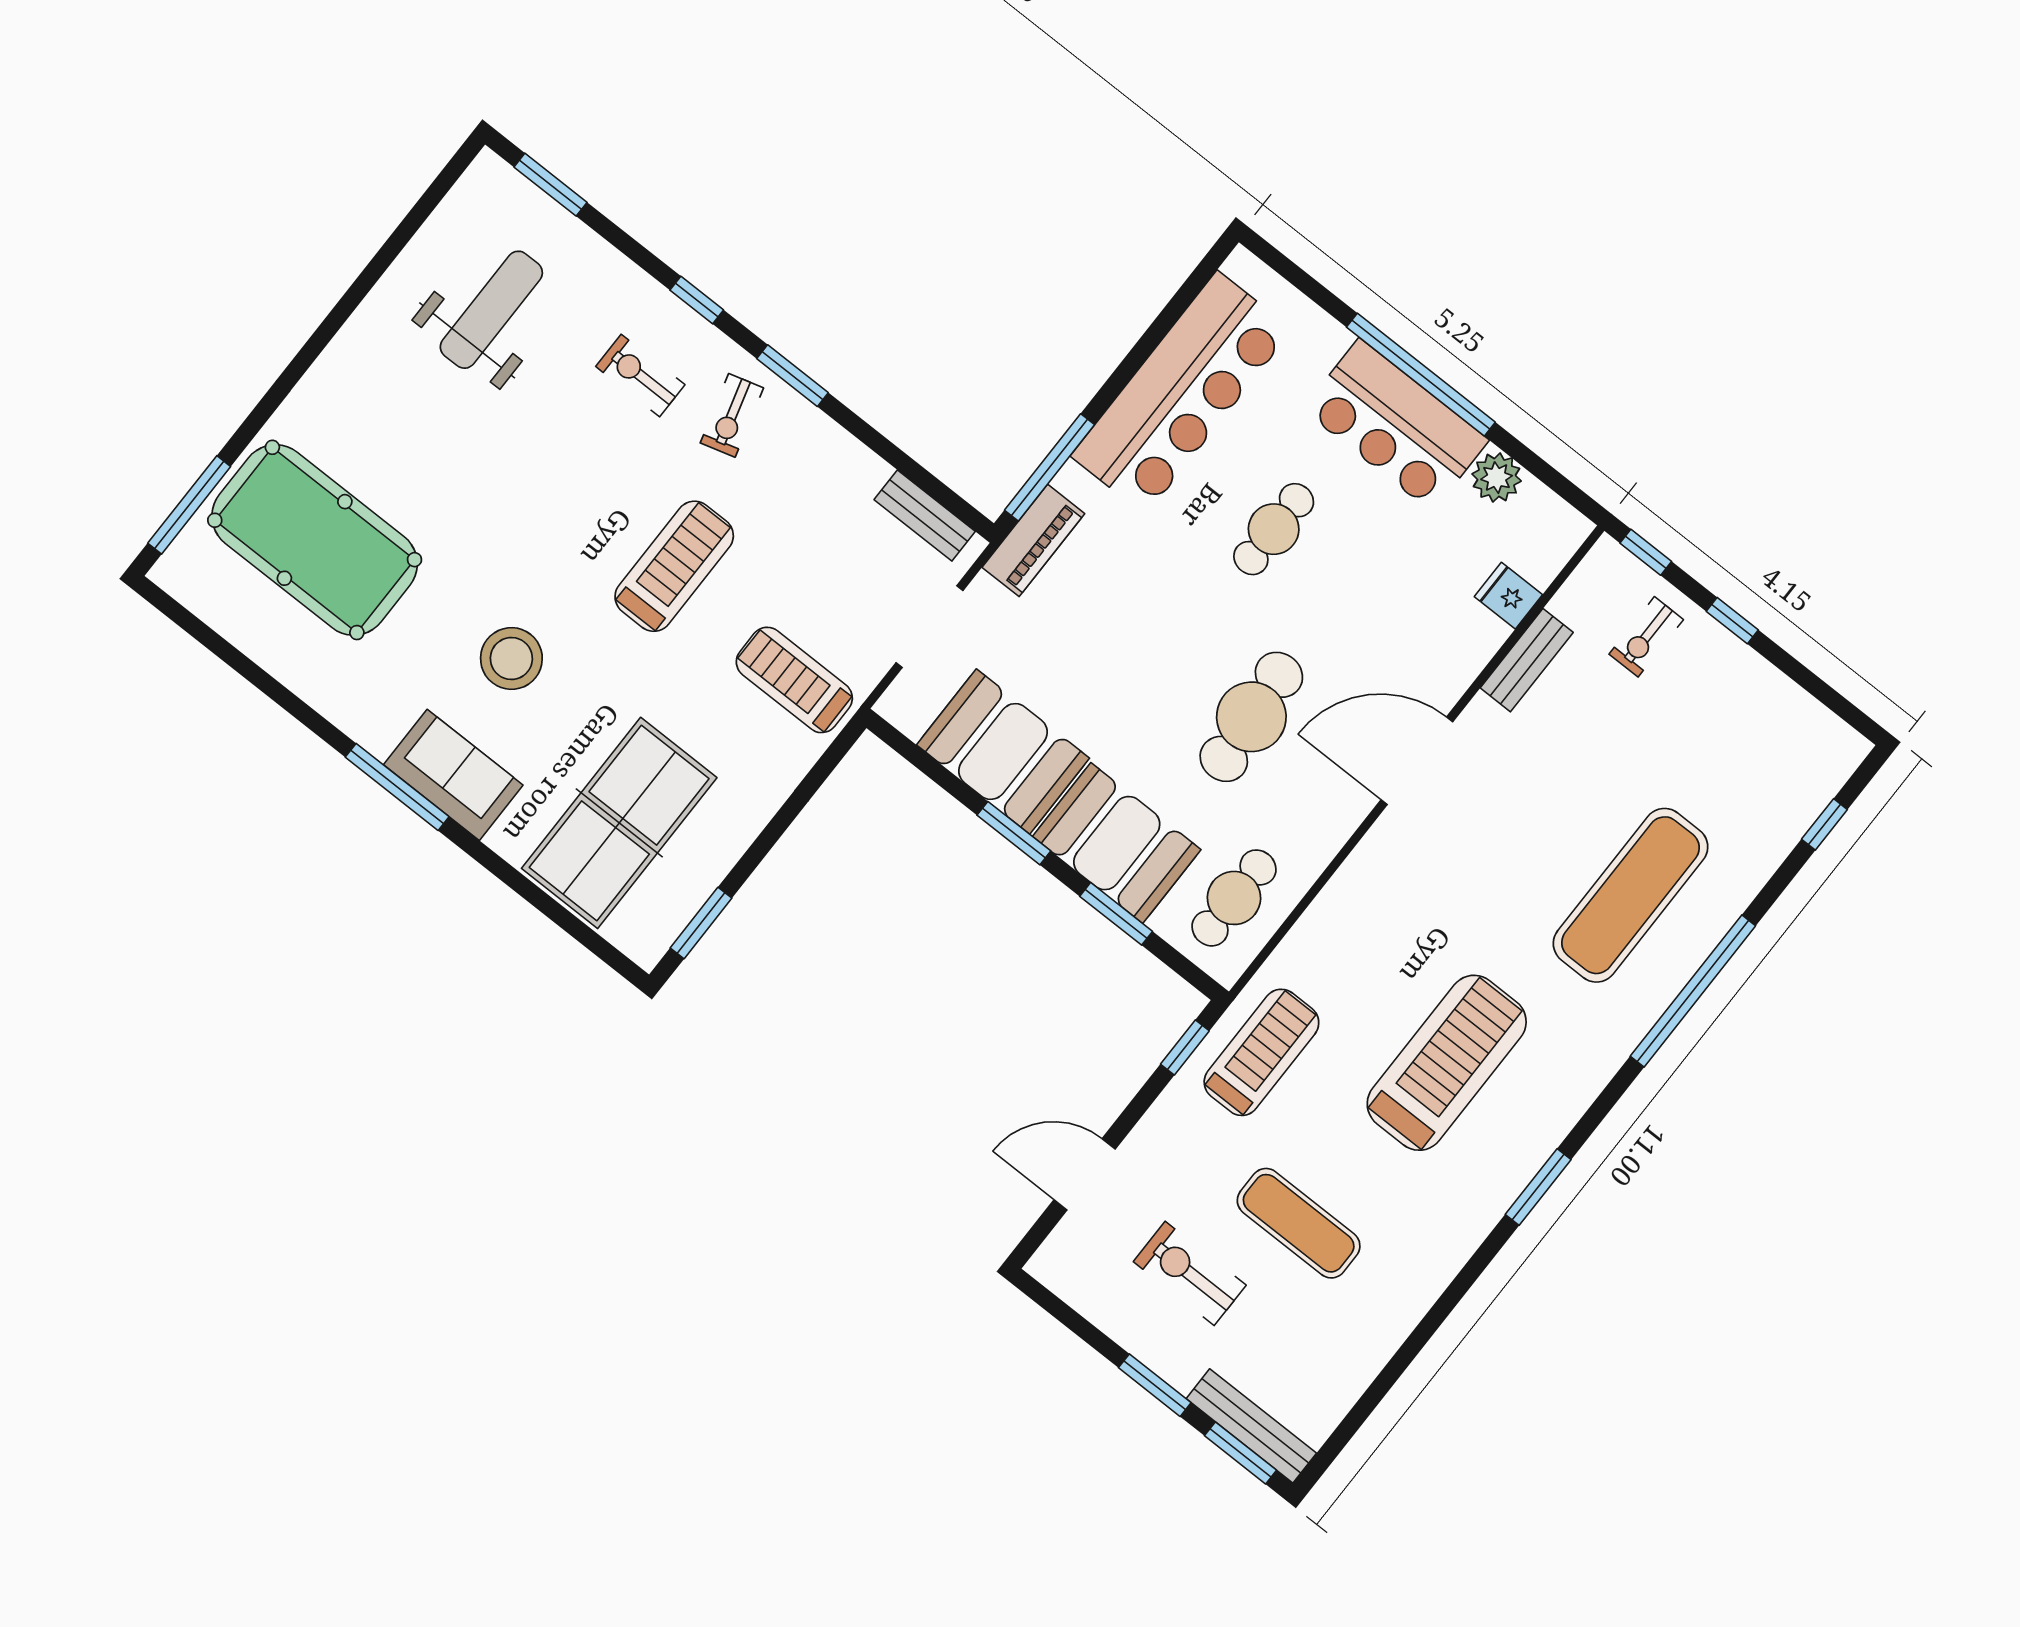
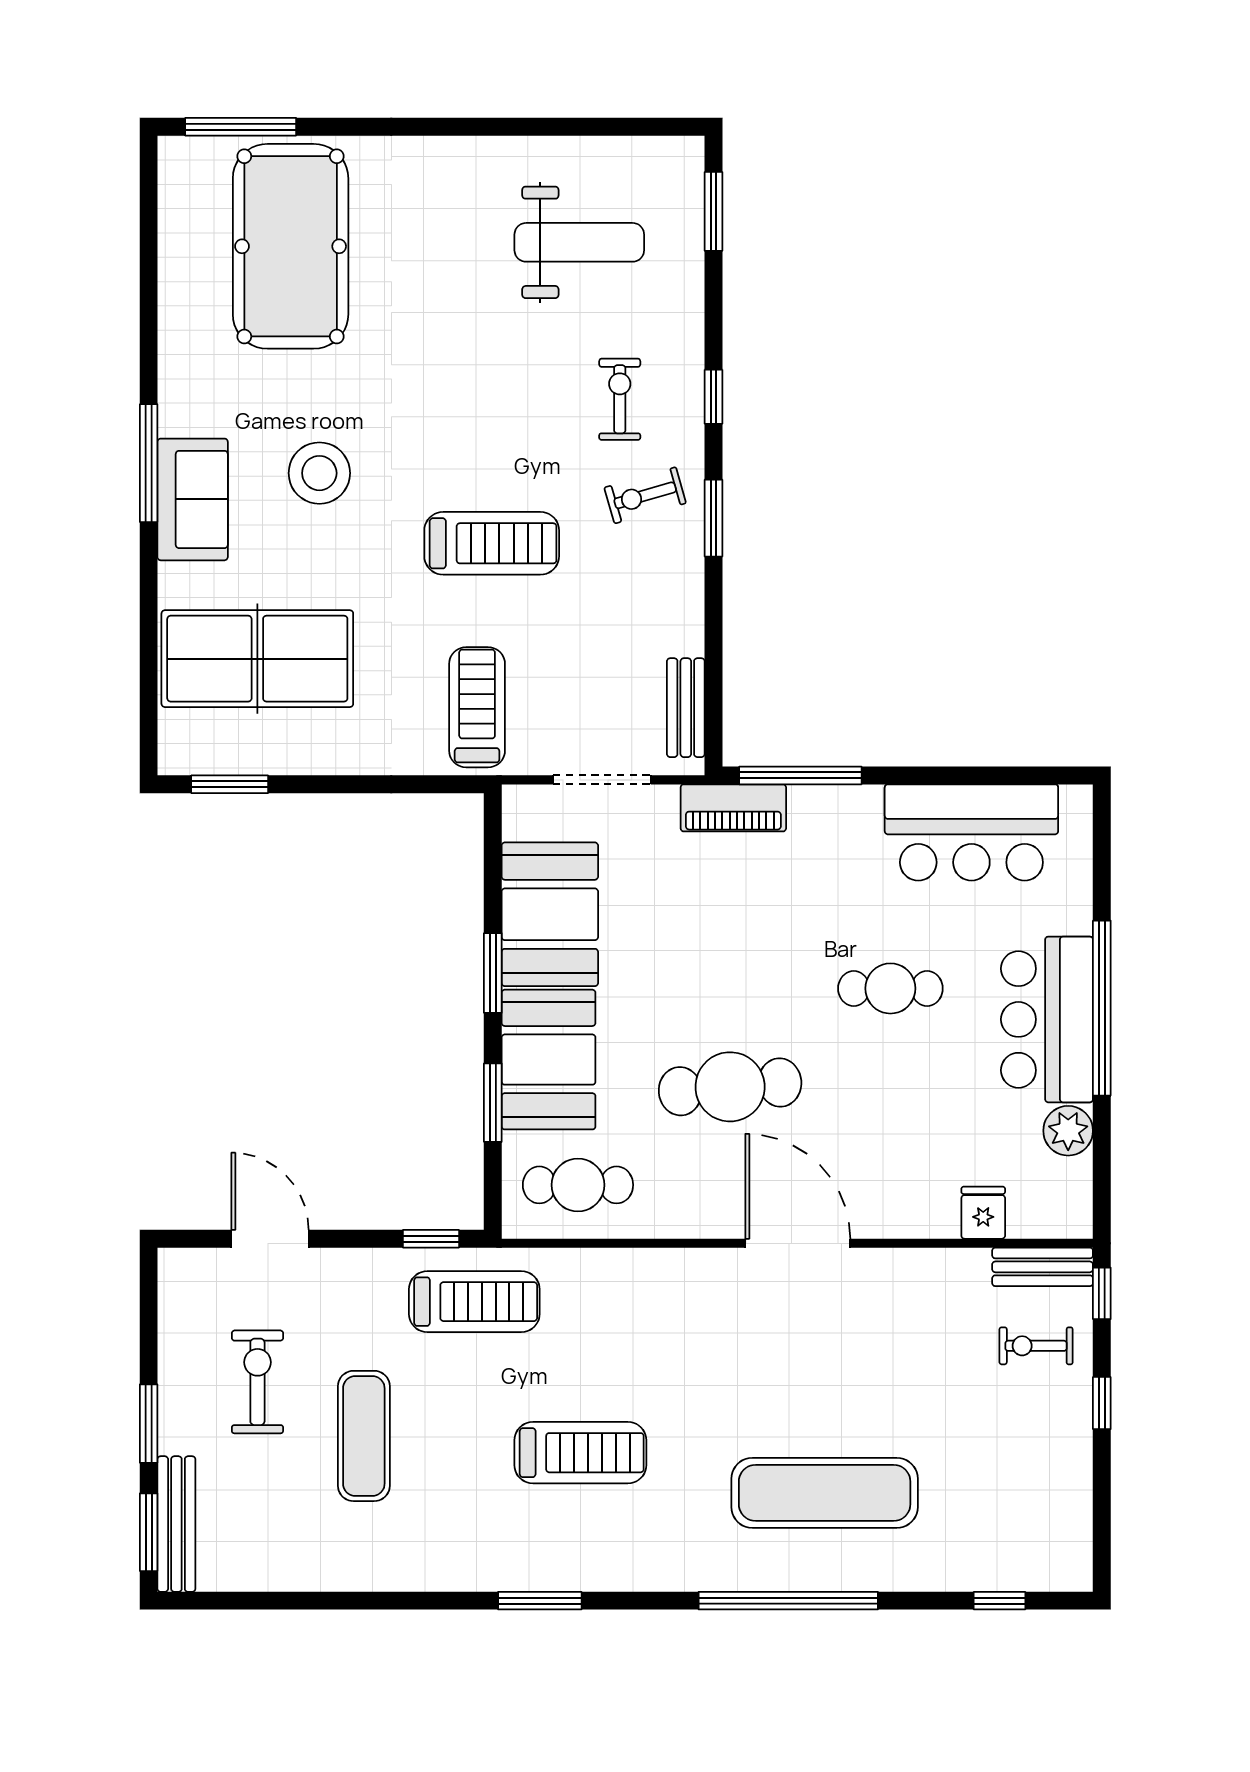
bar counter: (1181, 393) -> (971, 832), width x0.73
bench: (1527, 660) -> (1043, 1267), moved
treadmill: (1447, 1063) -> (580, 1453), width x0.73, depth x0.73

